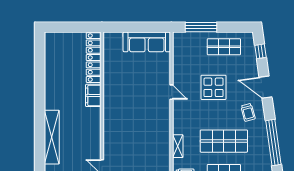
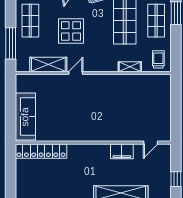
sofa: (147, 42) -> (25, 117), moved
shelving: (180, 65) -> (48, 64), added
filing cabinet: (93, 95) -> (122, 151), moved

